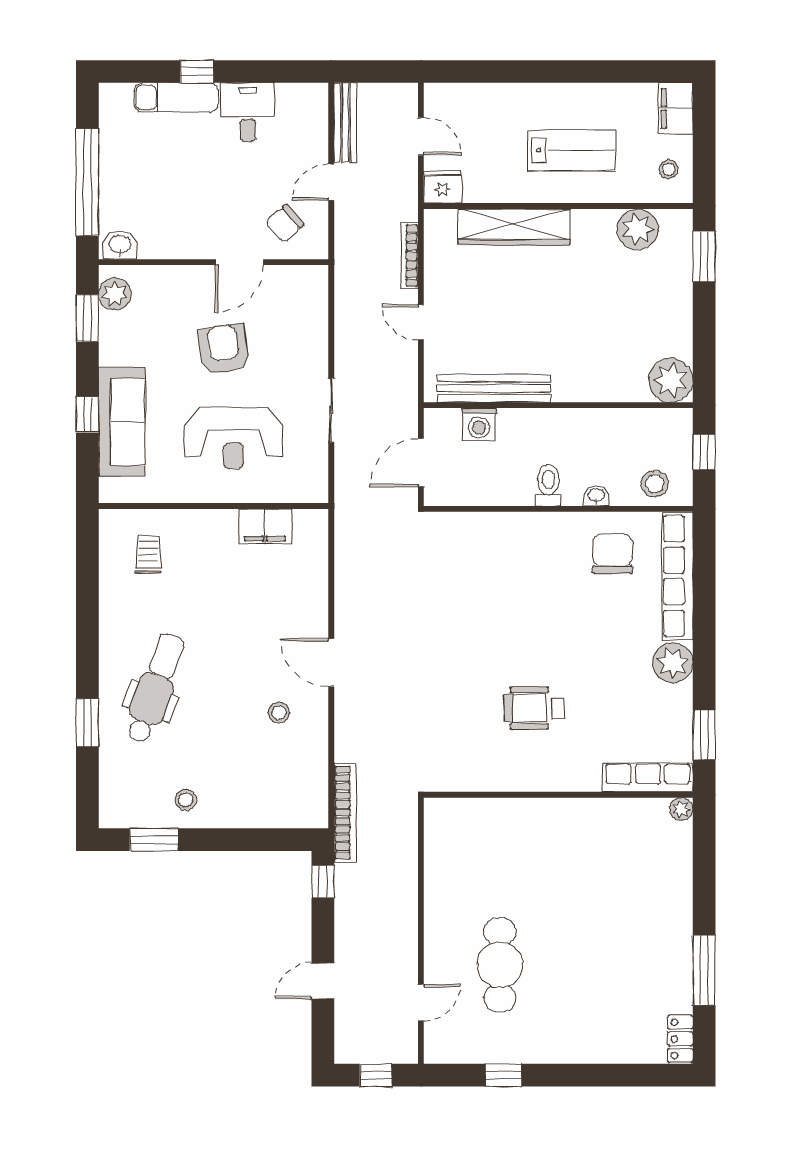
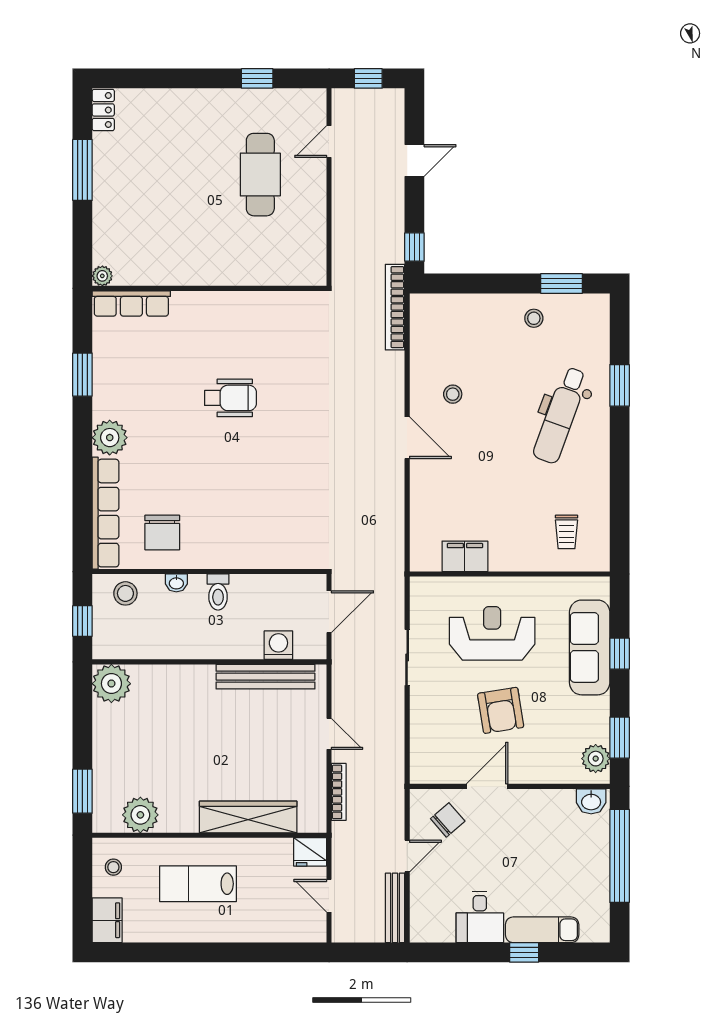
row of seats: (648, 777) -> (131, 303), moved
wall: (558, 795) -> (209, 288), moved
plant: (681, 809) -> (102, 276), moved

